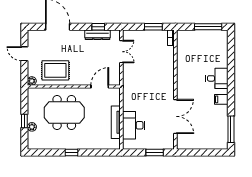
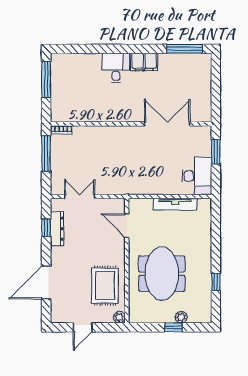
window: (153, 27) -> (46, 154), width x1.44
filing cabinet: (221, 99) -> (144, 62), width x2.00
desk: (134, 125) -> (197, 176), moved, turned -90
window: (71, 153) -> (216, 282), moved

